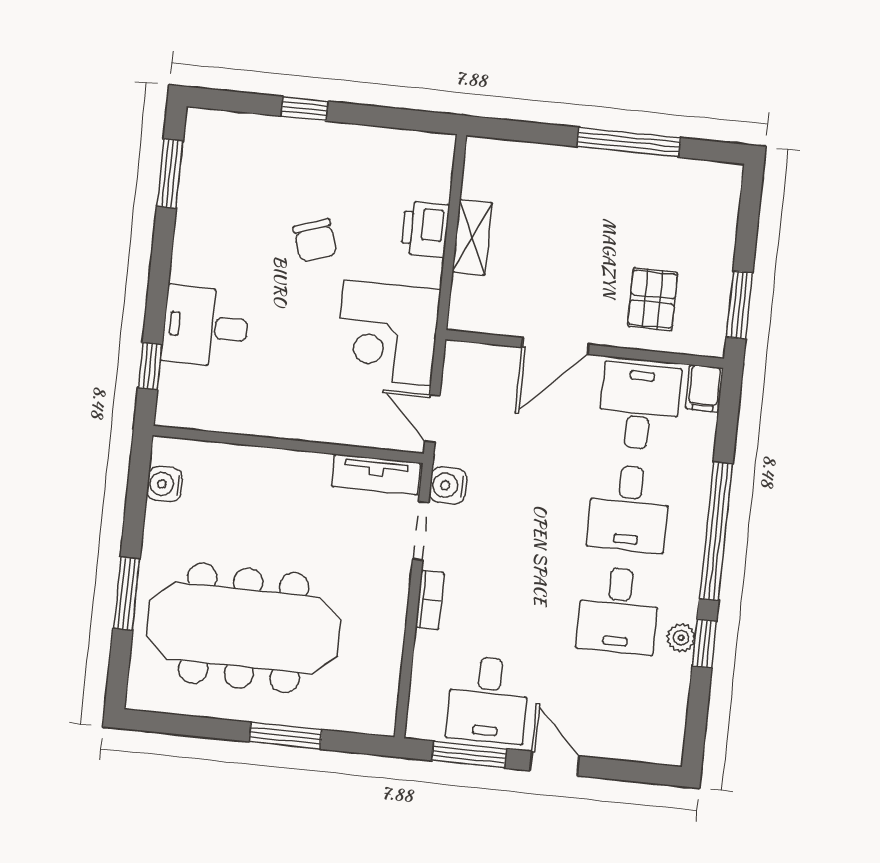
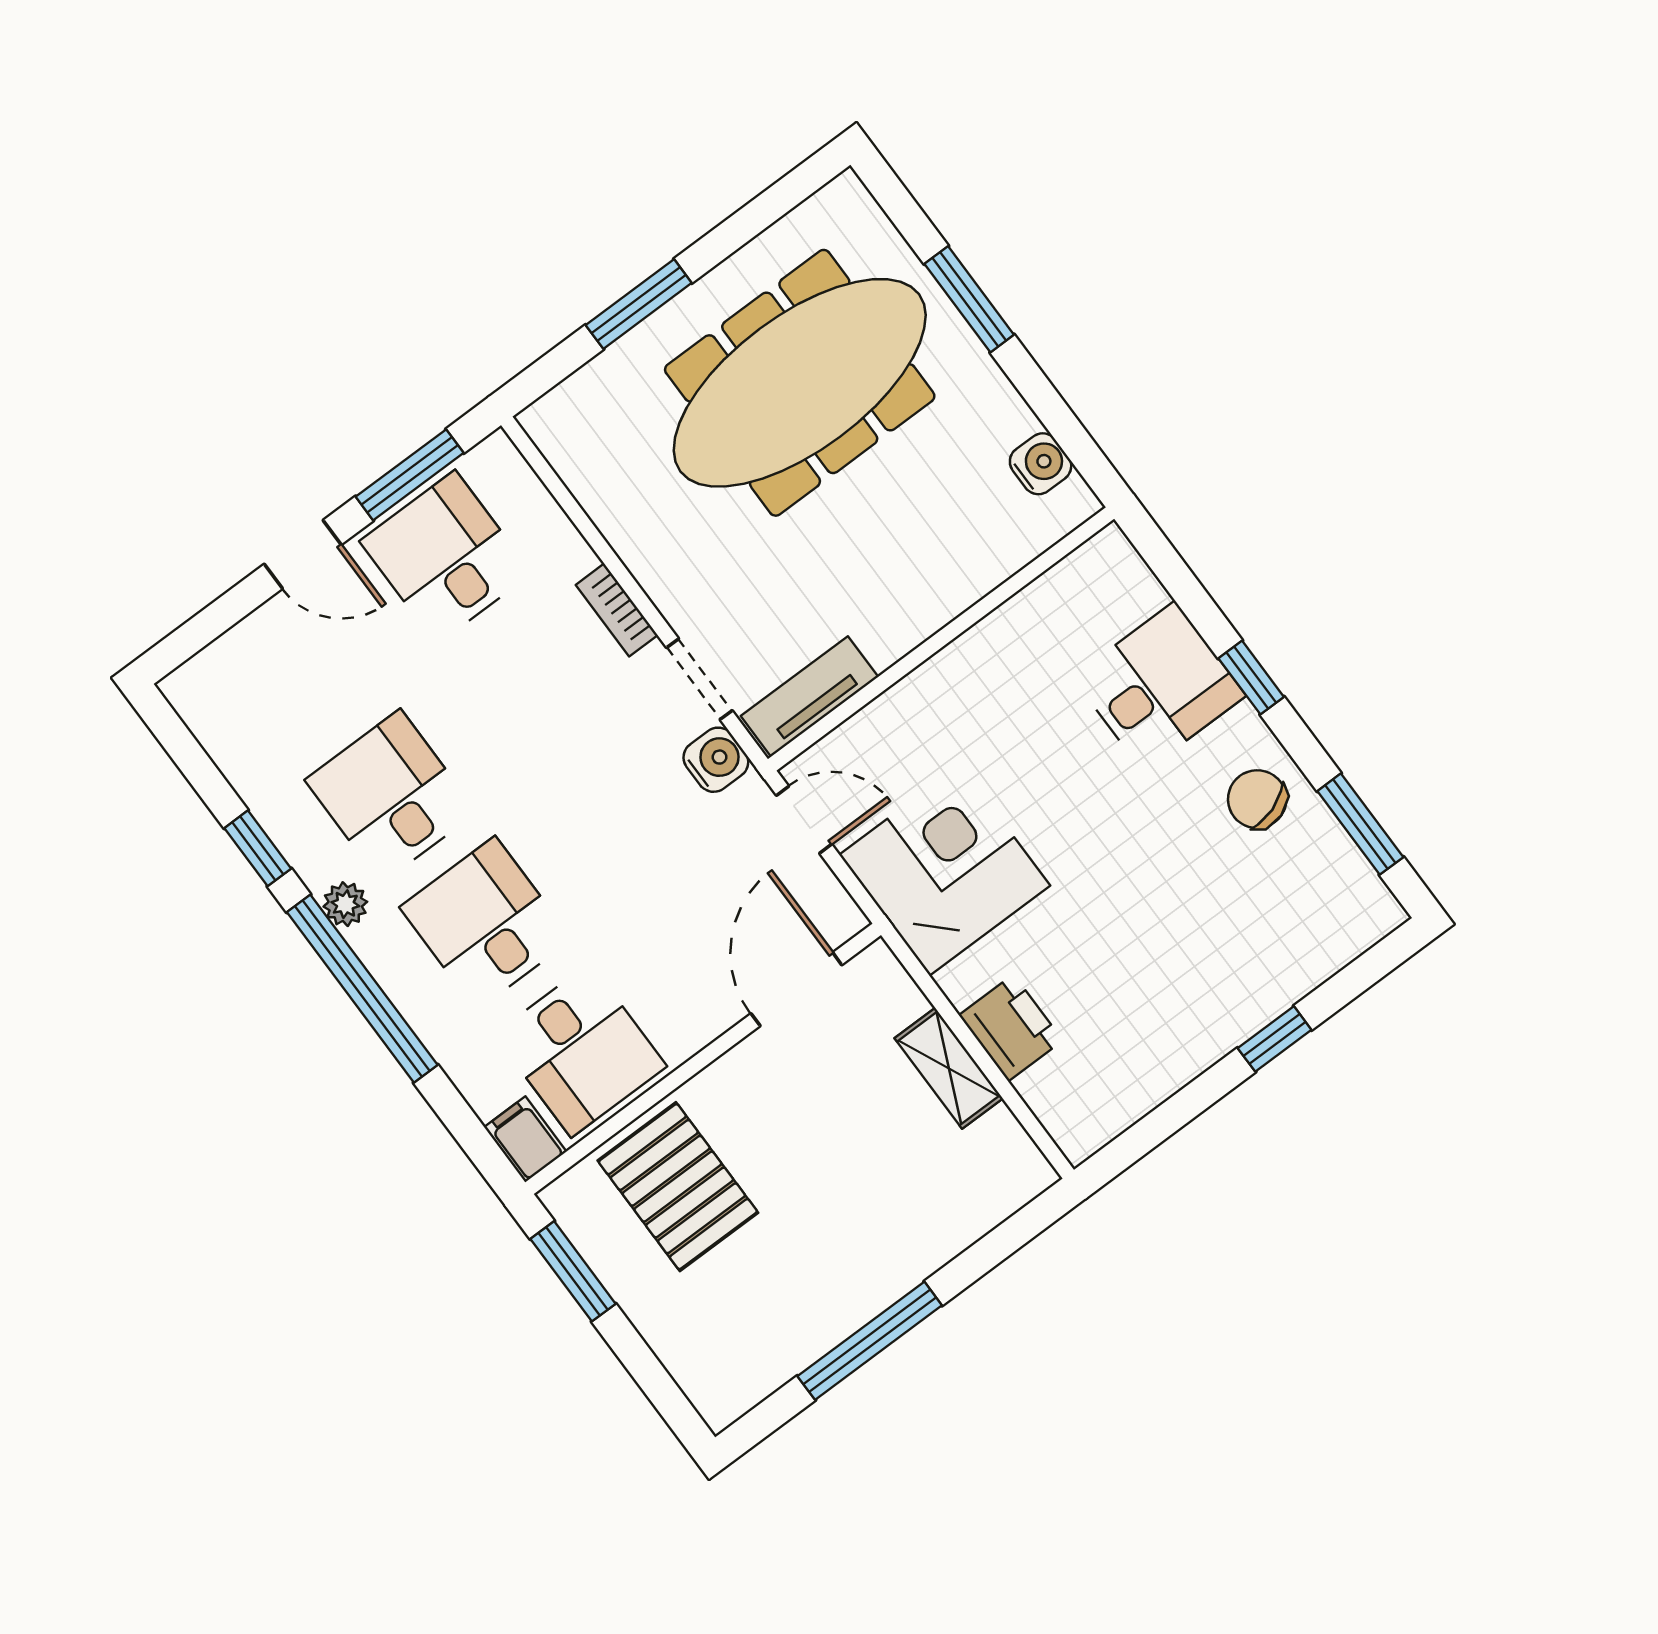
chair: (315, 240) -> (1257, 799), moved
pallet: (653, 299) -> (678, 1187), width x1.50, depth x1.42
door: (555, 346) -> (796, 989), moved
window: (150, 366) -> (1251, 678), moved
plant: (681, 638) -> (345, 904), moved

